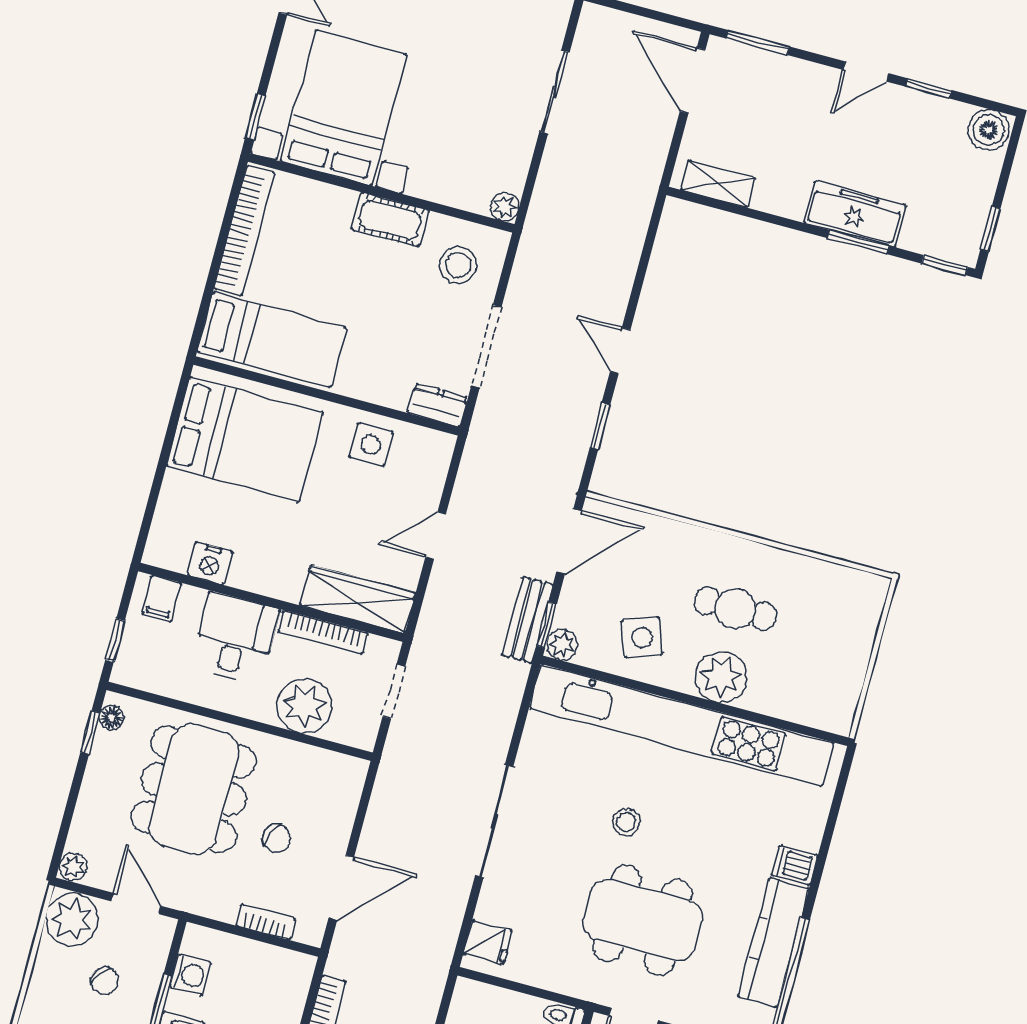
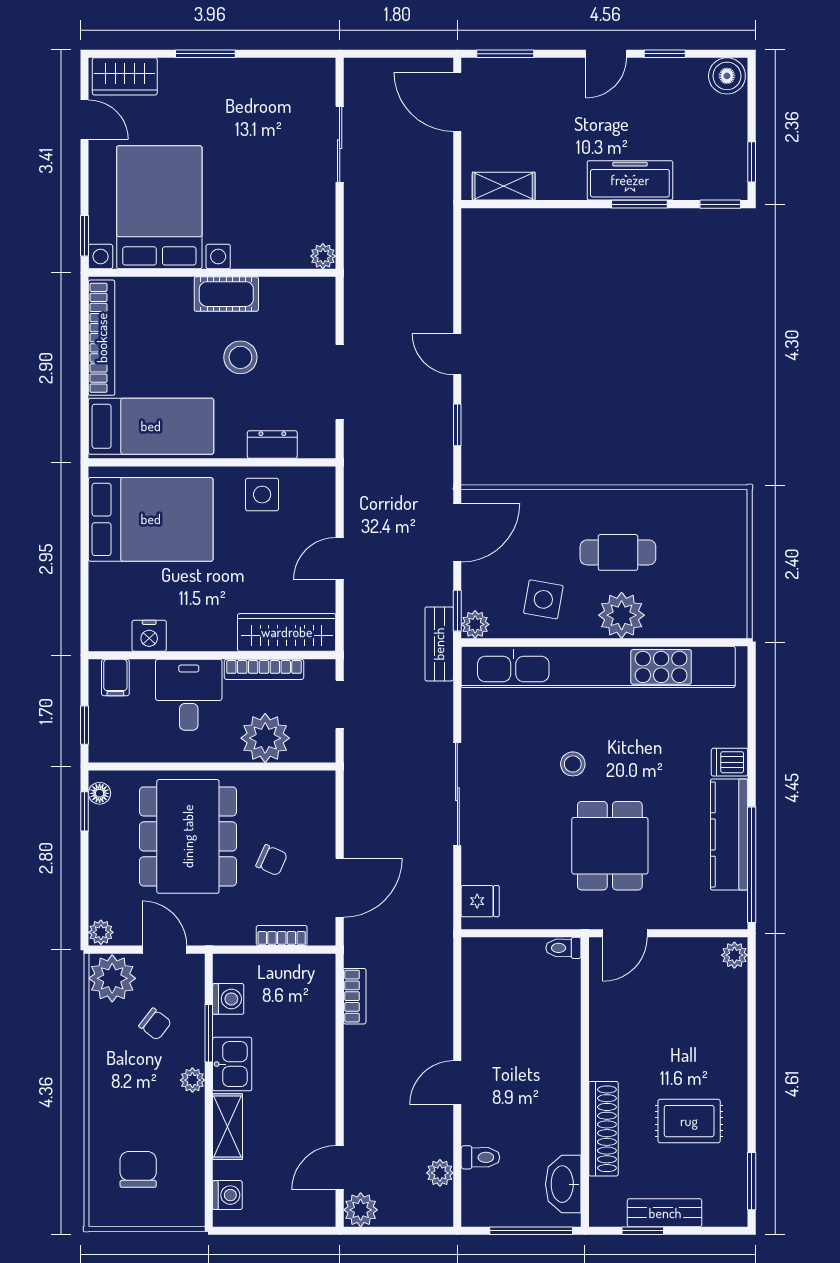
stool: (458, 265) -> (240, 357), moved
dresser: (438, 405) -> (272, 445), moved
bench: (527, 620) -> (439, 644), moved
side table: (642, 637) -> (543, 599), turned 30
dining table: (643, 920) -> (610, 846), width x0.73

